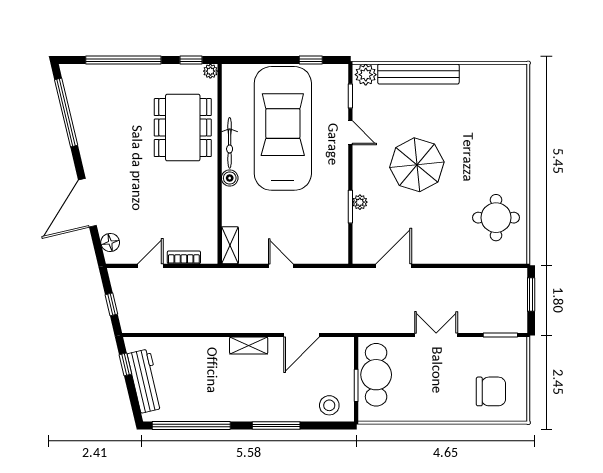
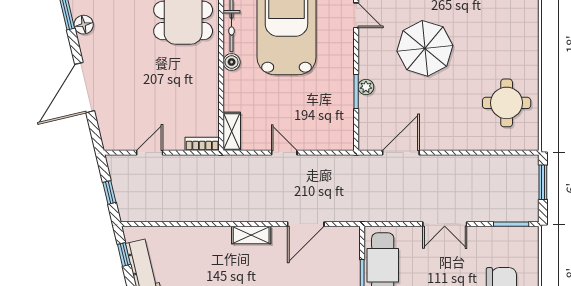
floor lamp: (110, 242) -> (84, 25), moved
bookcase: (184, 257) -> (202, 144), moved
double door: (436, 335) -> (445, 224), swing flipped

